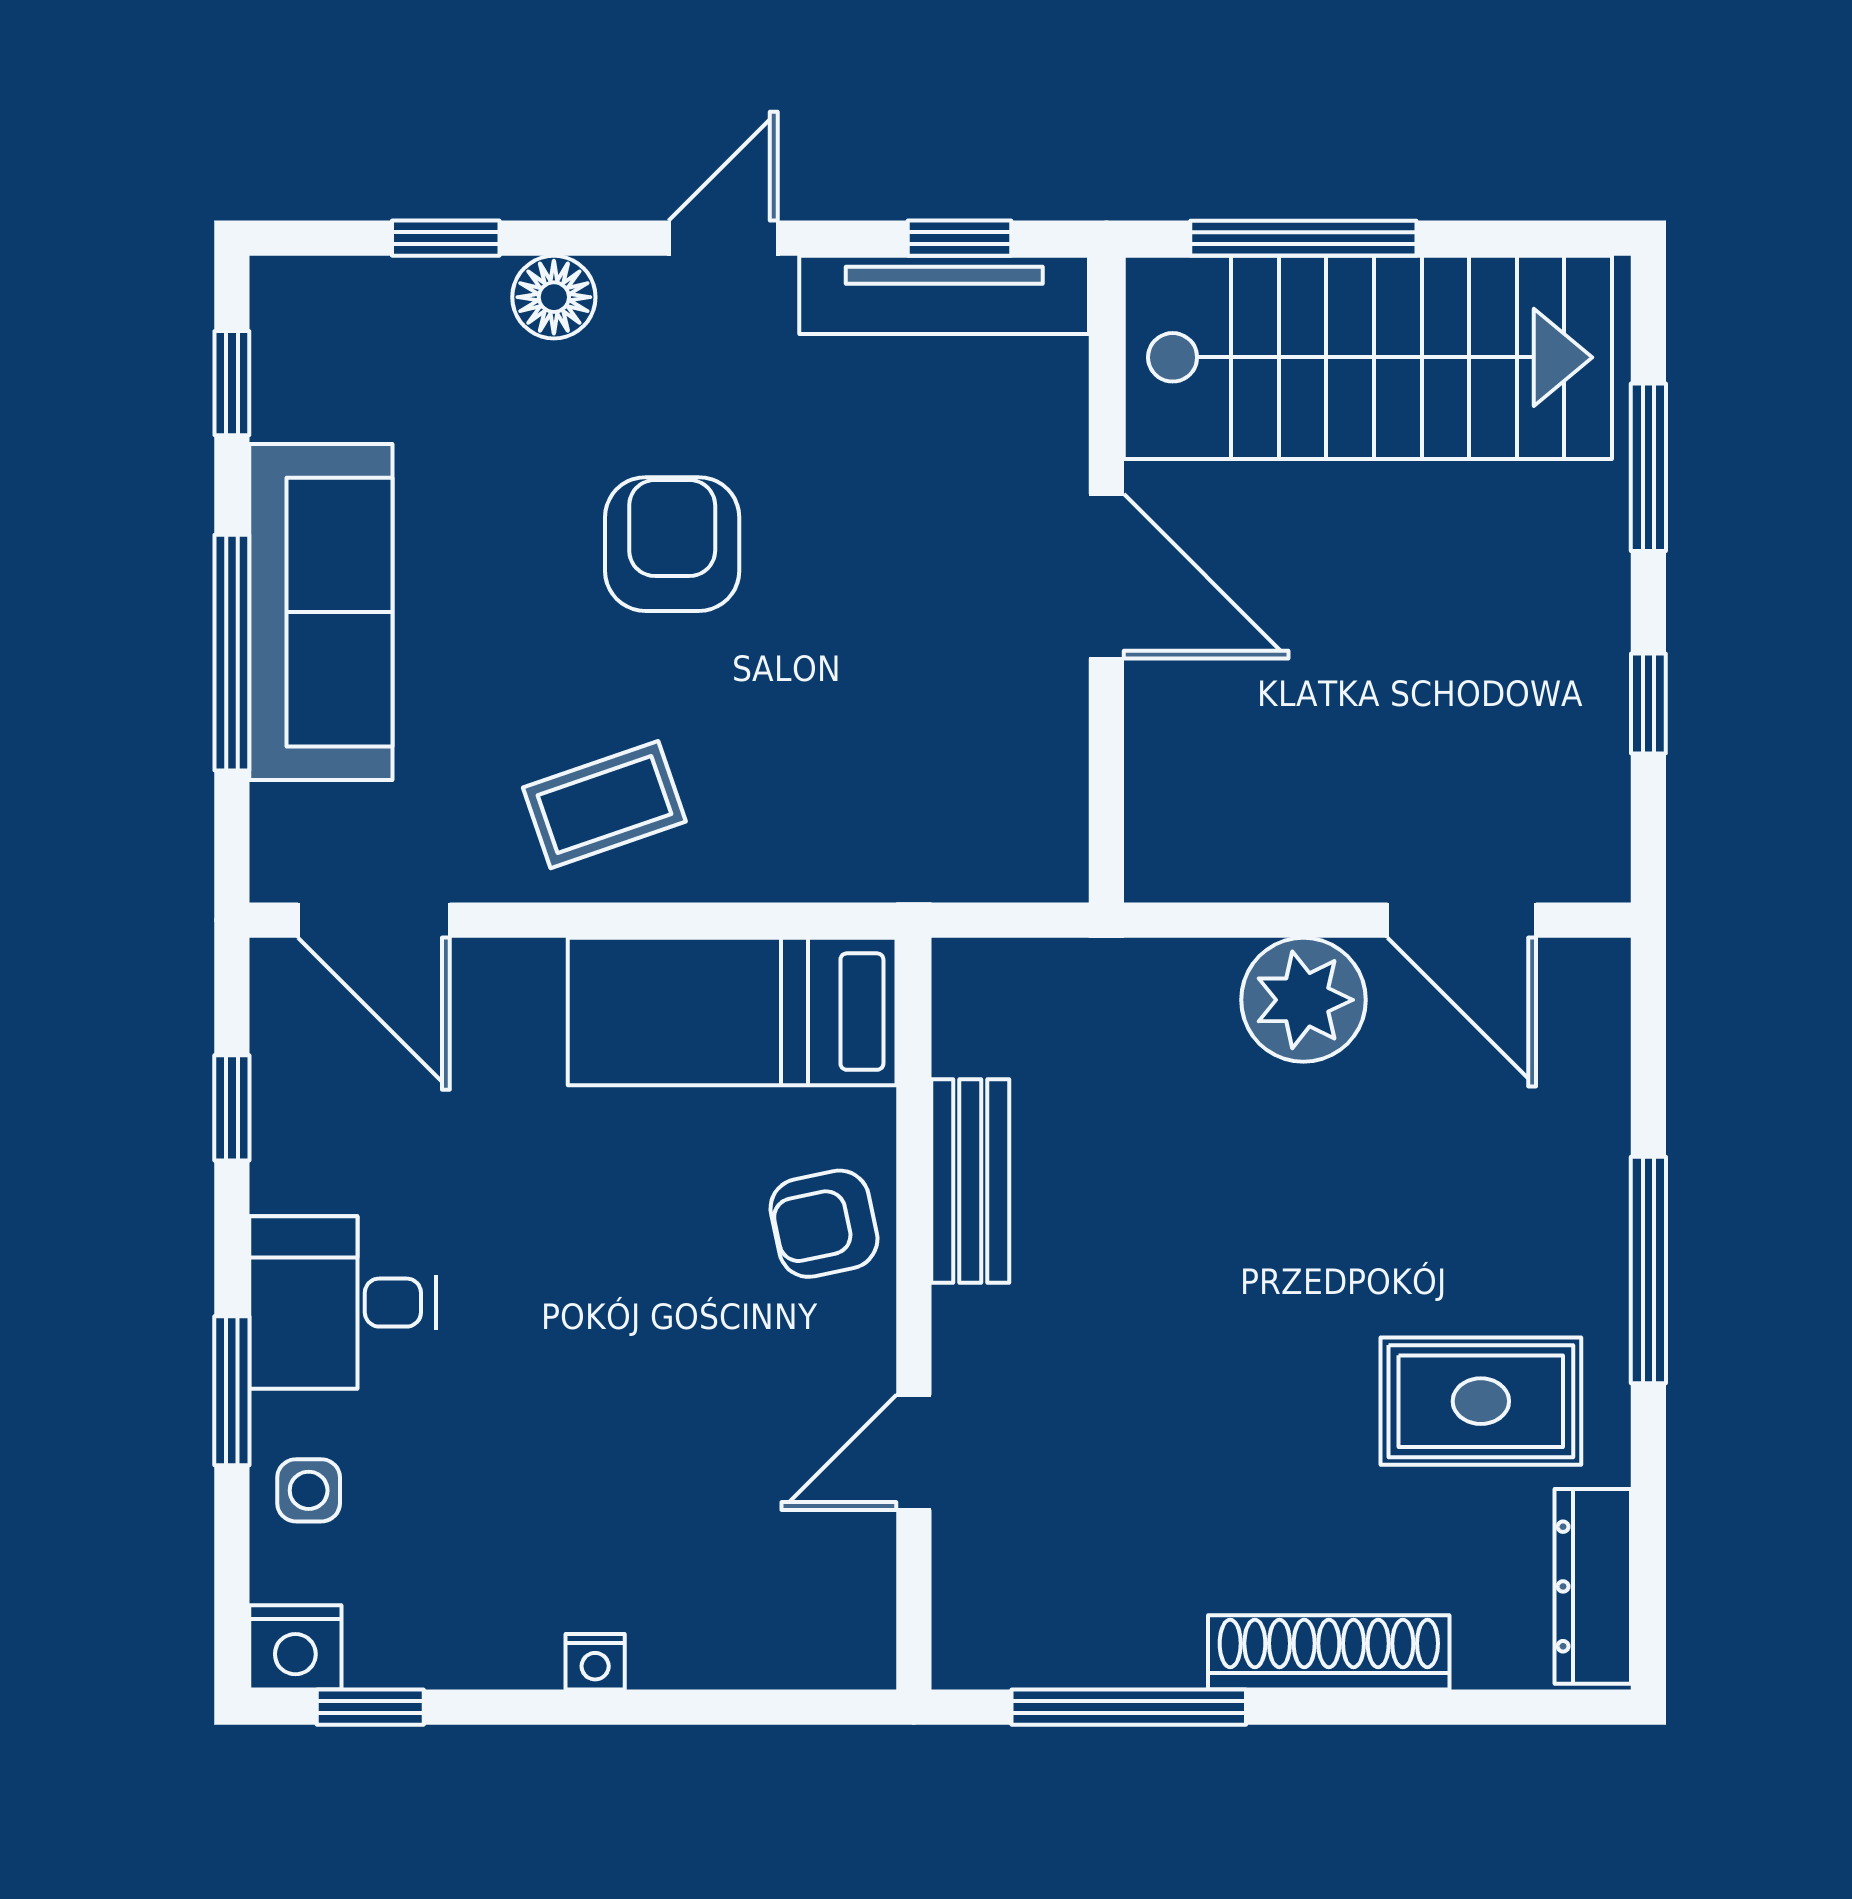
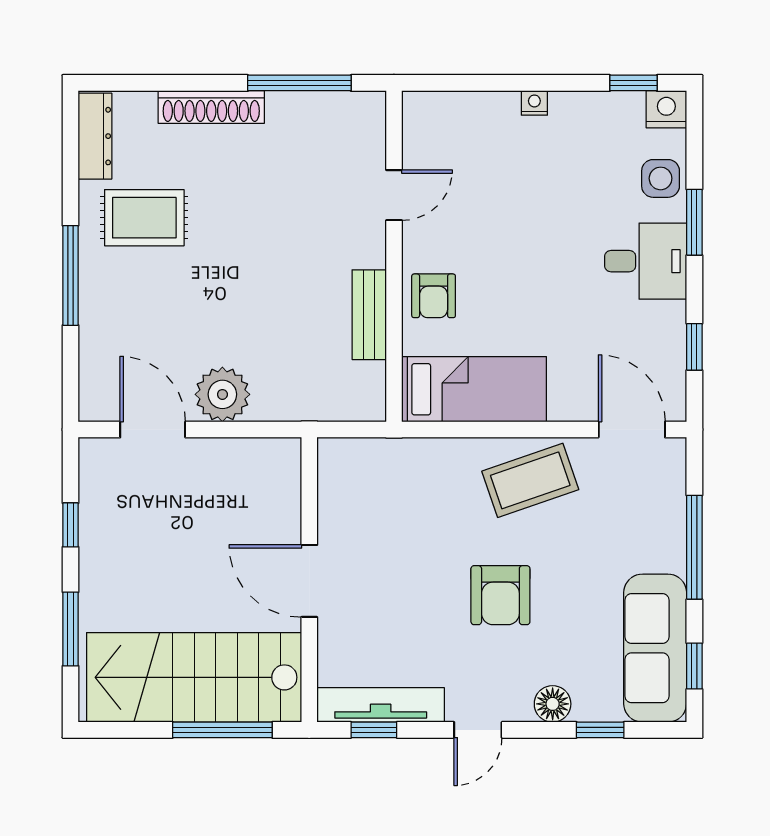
sofa: (321, 612) -> (655, 648), moved
coffee table: (604, 805) -> (530, 480), width x1.36, depth x1.30
armchair: (824, 1224) -> (434, 296), turned 102
side table: (309, 1490) -> (661, 178), width x1.37, depth x1.37

